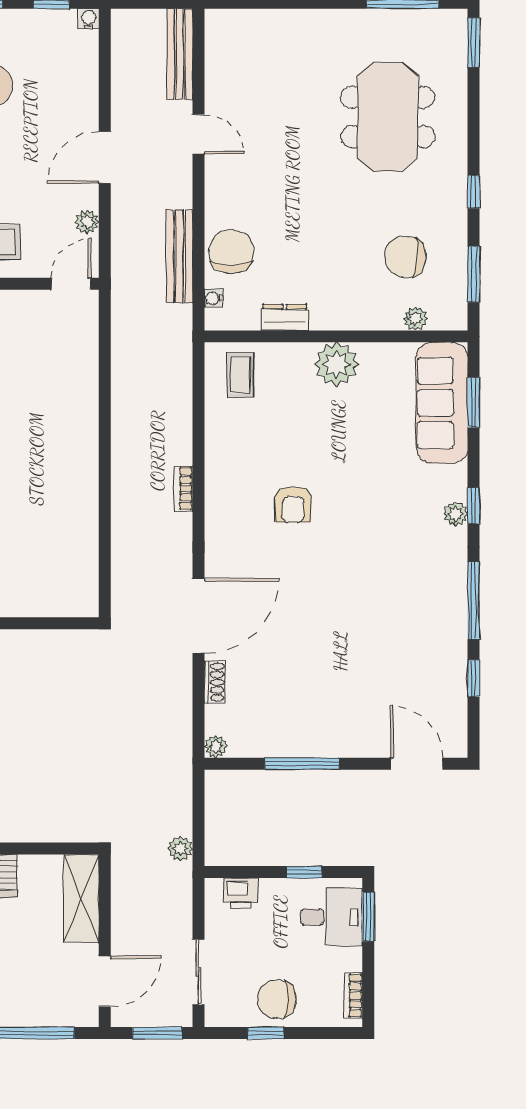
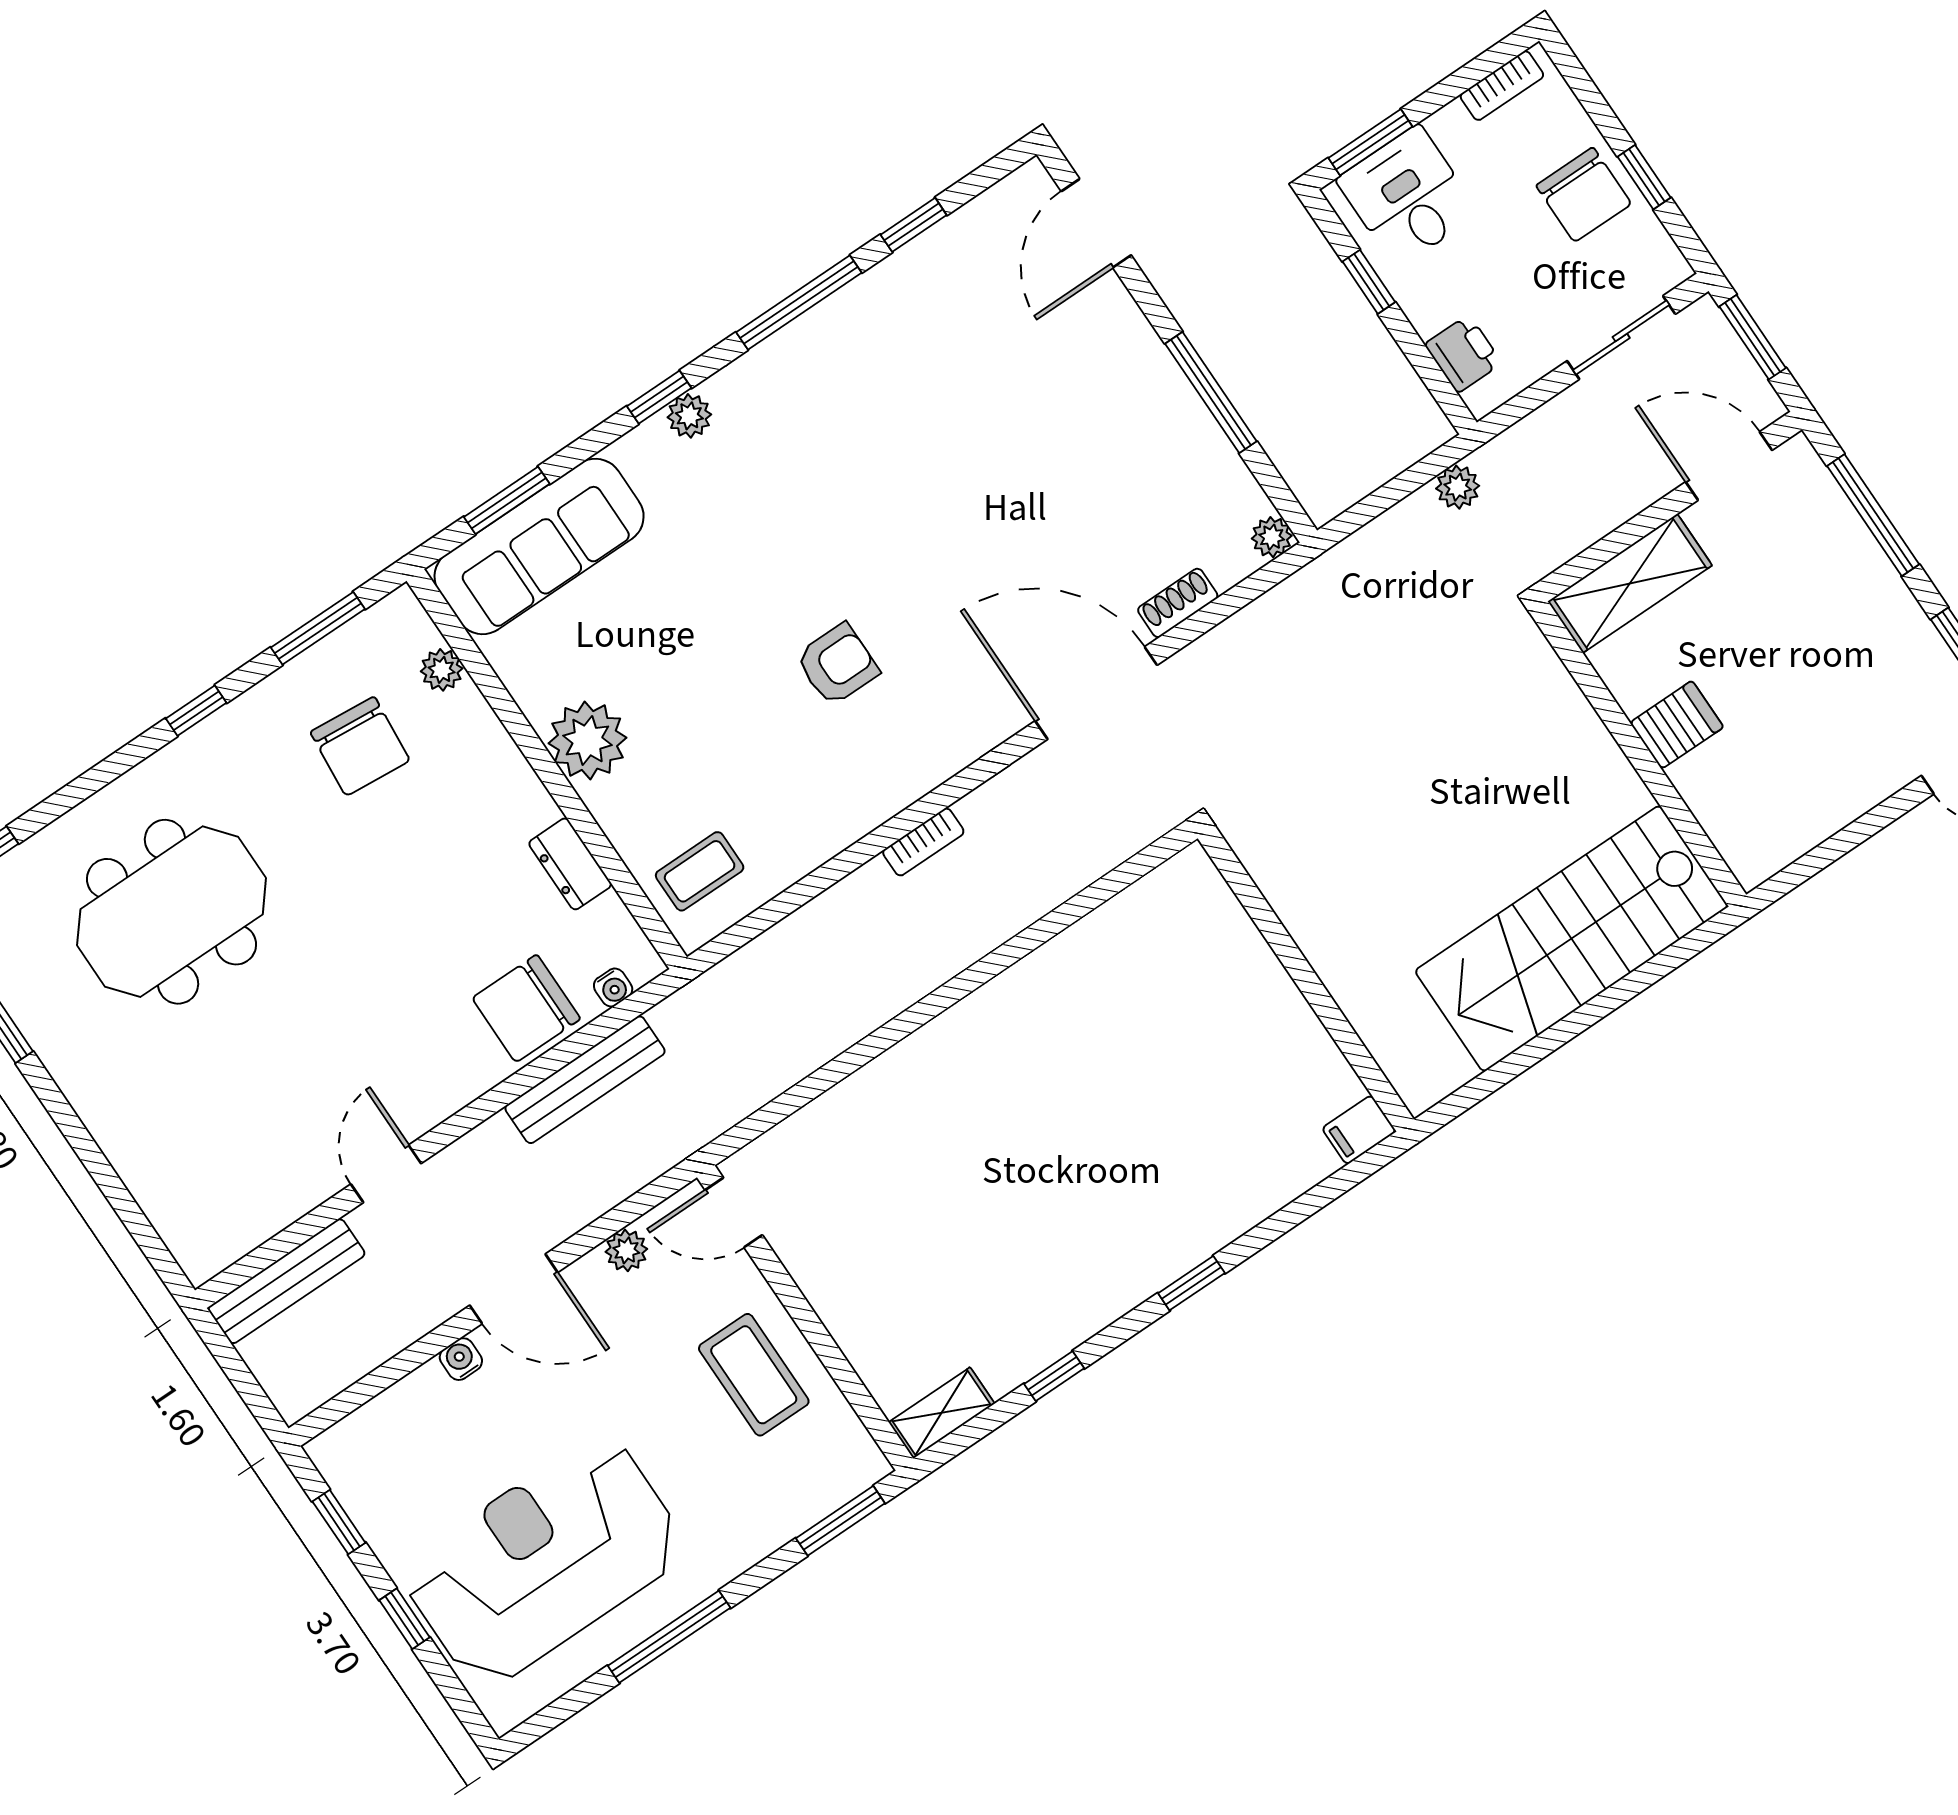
water cooler: (89, 19) -> (461, 1359), moved, turned 90

